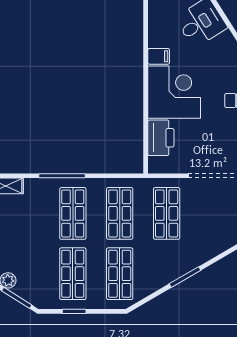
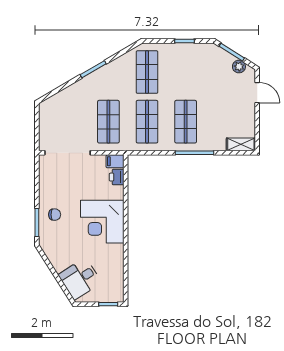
filing cabinet: (159, 56) -> (115, 161), moved
printer: (161, 138) -> (117, 177), width x0.53, depth x0.68
shop shelf: (73, 274) -> (186, 72), removed

